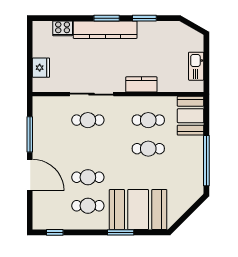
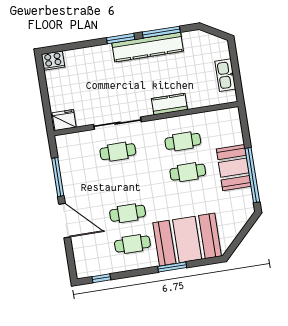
window: (144, 18) -> (161, 32), width x1.44
cooker: (63, 28) -> (53, 61), moved
kitchen counter: (105, 30) -> (148, 47), moved
fridge: (41, 68) -> (64, 120), moved, turned -90
booth: (191, 116) -> (234, 168), moved

